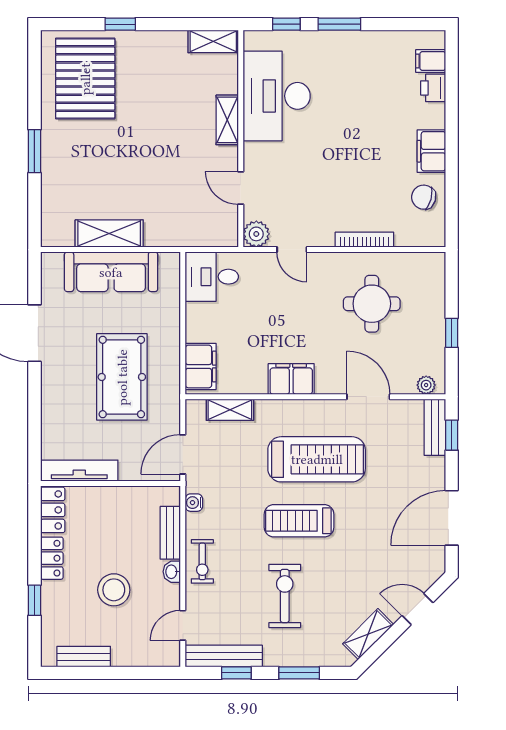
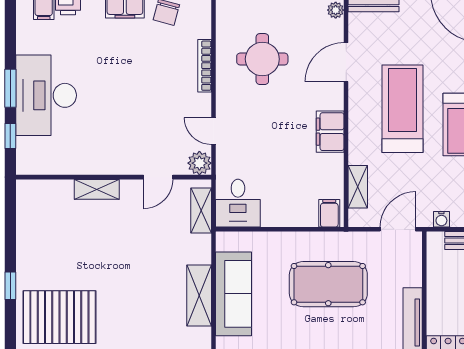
shelving: (213, 41) -> (201, 211), moved
desk: (277, 96) -> (46, 95), moved, turned 90
door: (292, 250) -> (214, 131), swing flipped
filing cabinet: (201, 366) -> (329, 213), width x0.50
door: (183, 454) -> (398, 229), swing flipped

